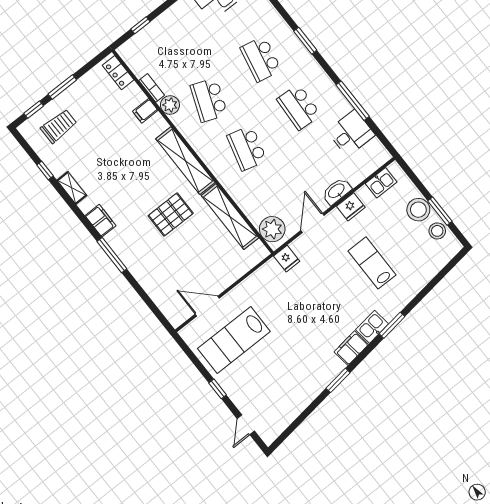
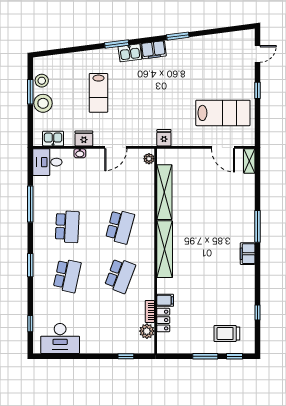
locker: (118, 73) -> (163, 320), moved
plant: (170, 105) -> (147, 331), moved
desk: (351, 133) -> (47, 162), moved
shelving: (72, 188) -> (249, 161), moved
washbasin: (337, 191) -> (80, 153), width x0.52, depth x0.69
pallet: (171, 214) -> (201, 223), removed
plant: (272, 229) -> (149, 159), width x0.53, depth x0.53
fridge: (287, 259) -> (164, 138), moved

